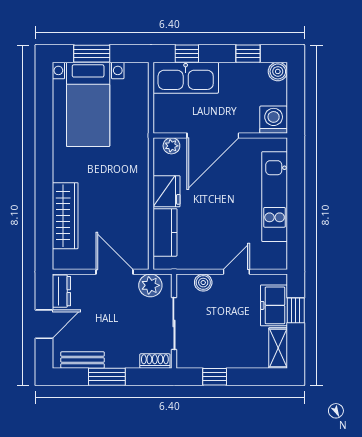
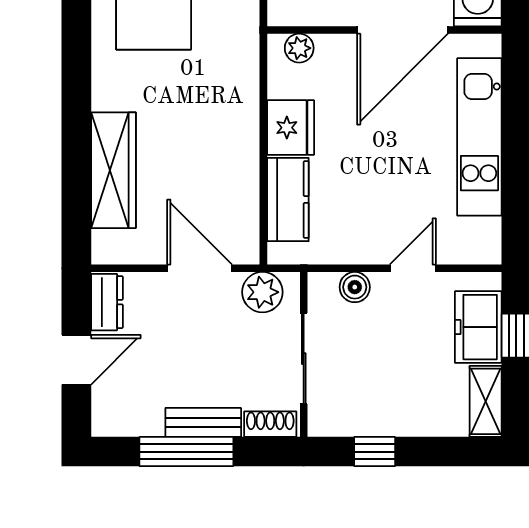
door: (213, 135) -> (402, 30), moved
bench: (83, 360) -> (203, 422), moved
window: (107, 377) -> (186, 452), width x1.44

